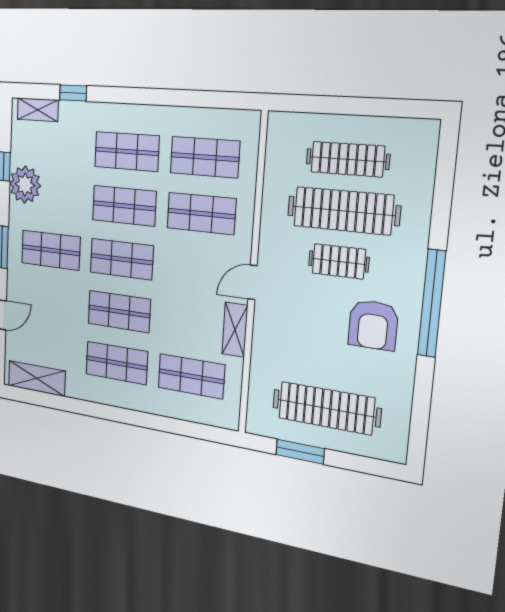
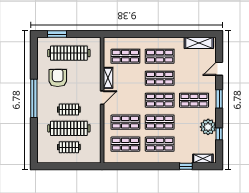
clothes rail: (348, 159) -> (69, 147), width x0.73
armchair: (373, 325) -> (58, 78), moved
window: (300, 452) -> (57, 34), moved

